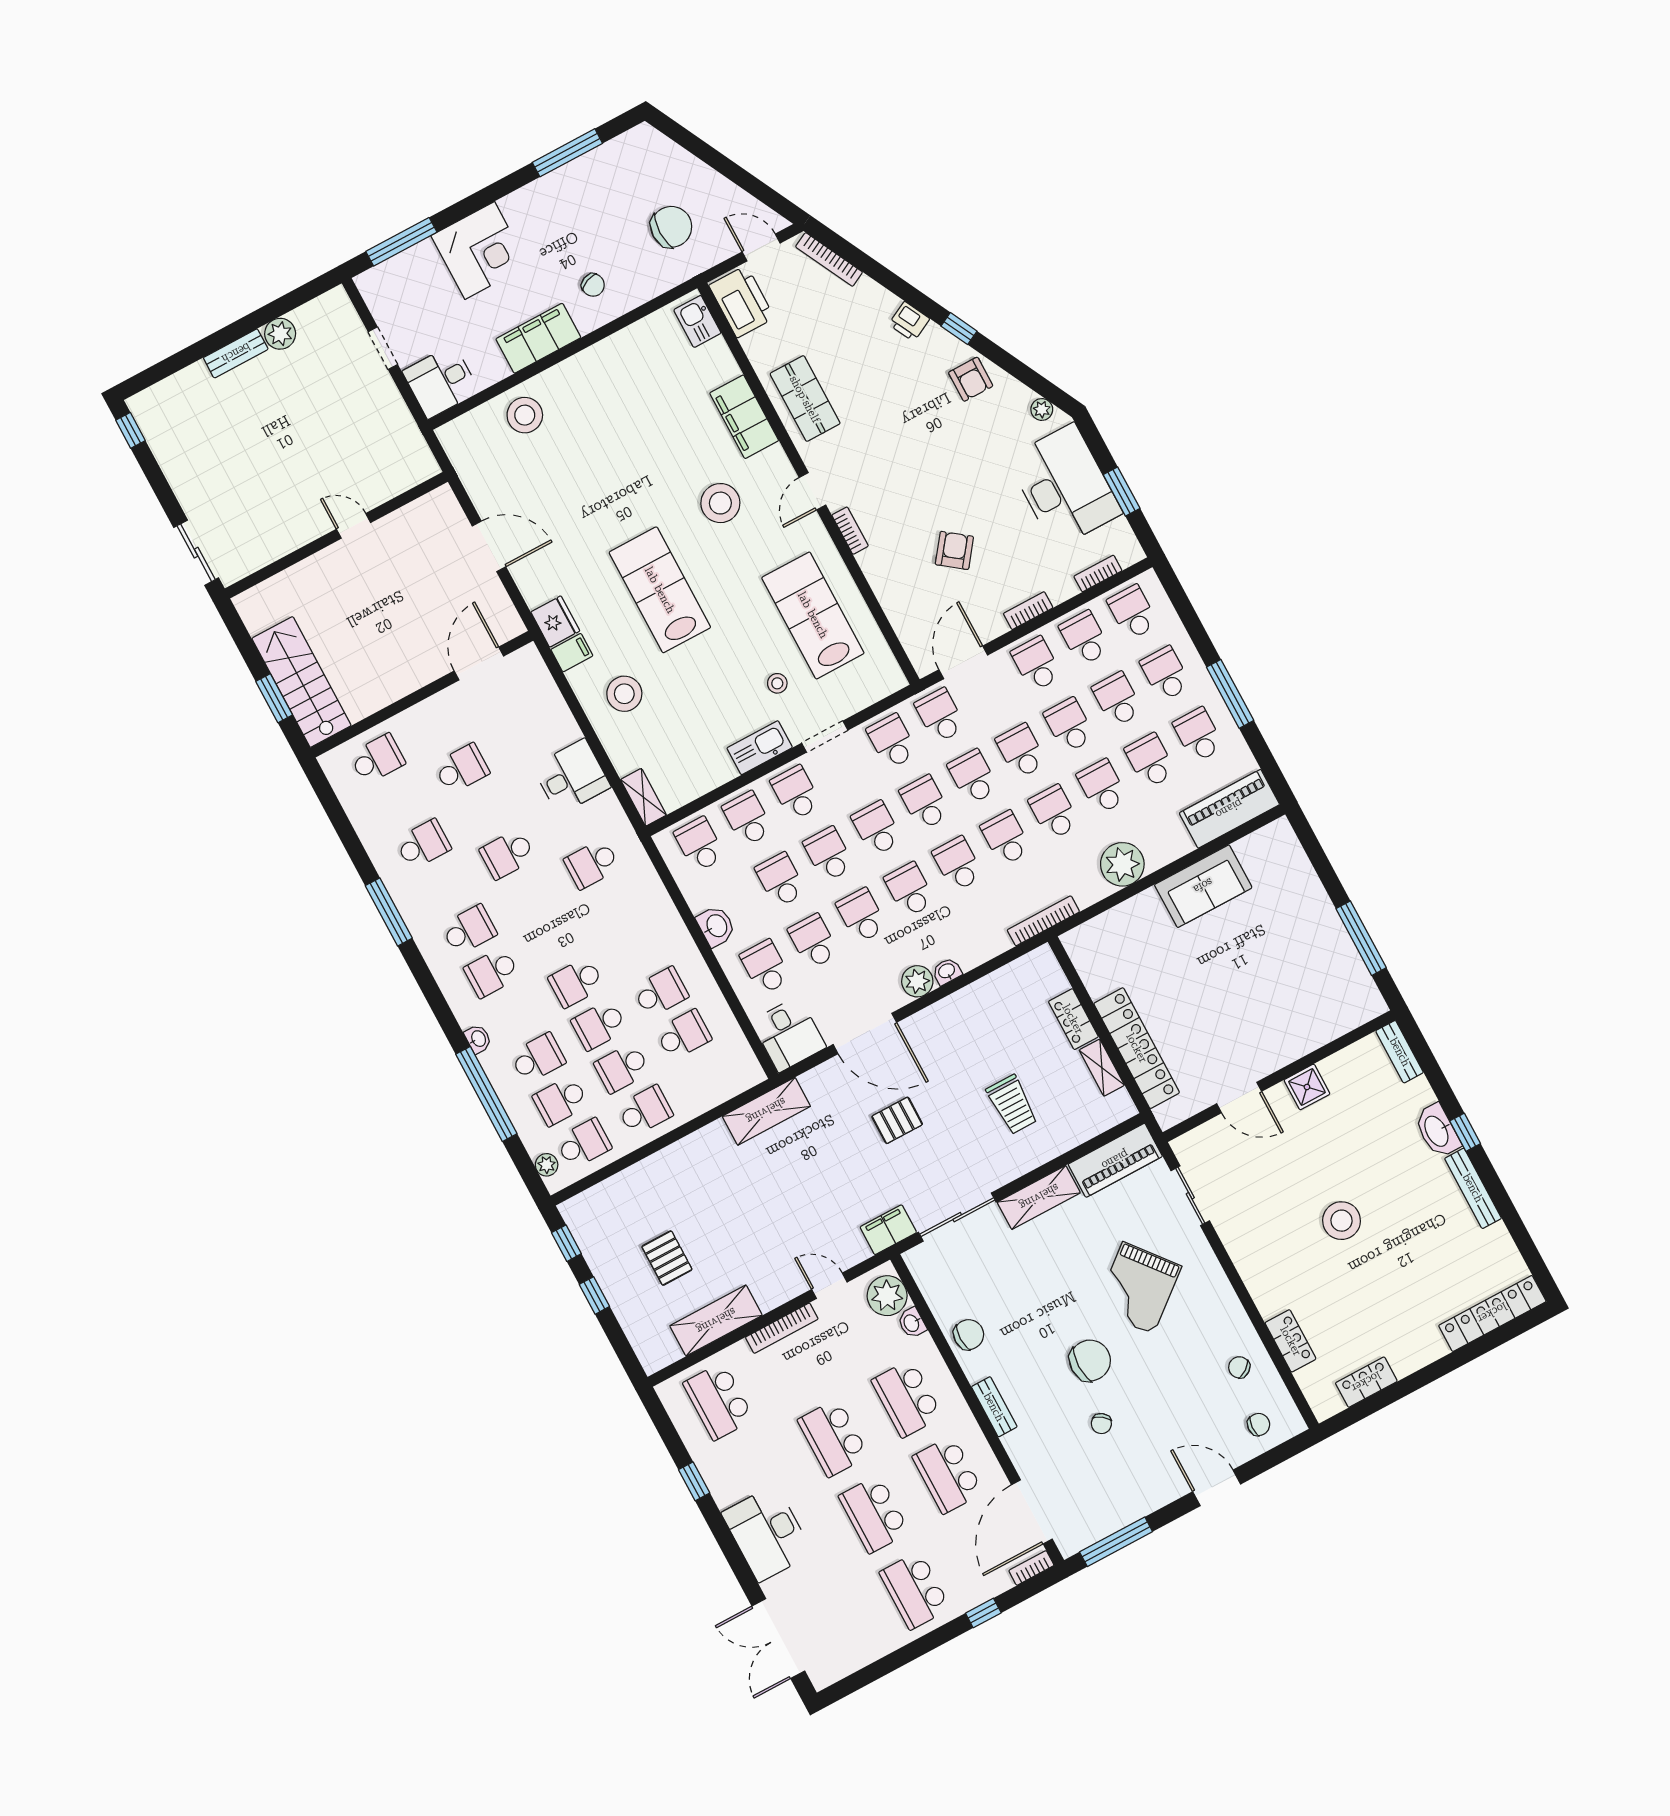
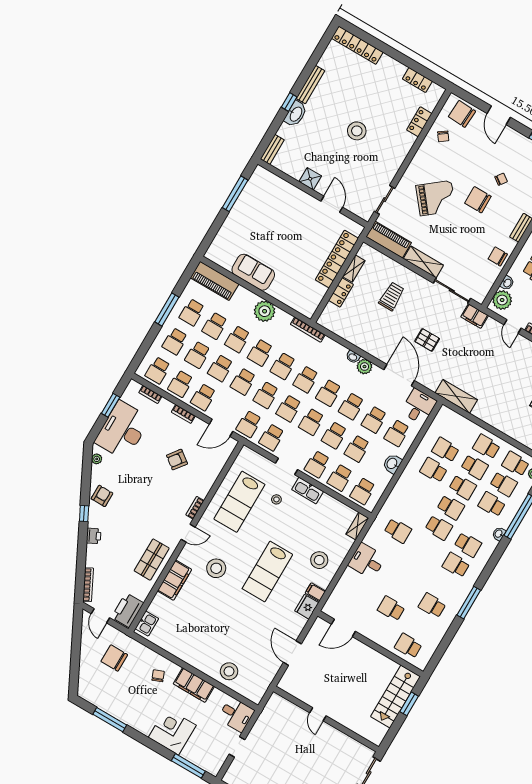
school desk: (507, 854) -> (439, 528), moved
chair: (1259, 1424) -> (462, 114), width x1.87, depth x1.87

